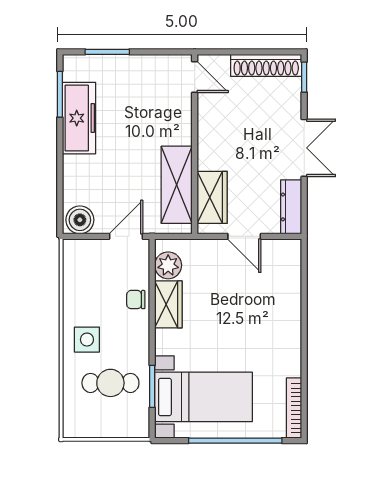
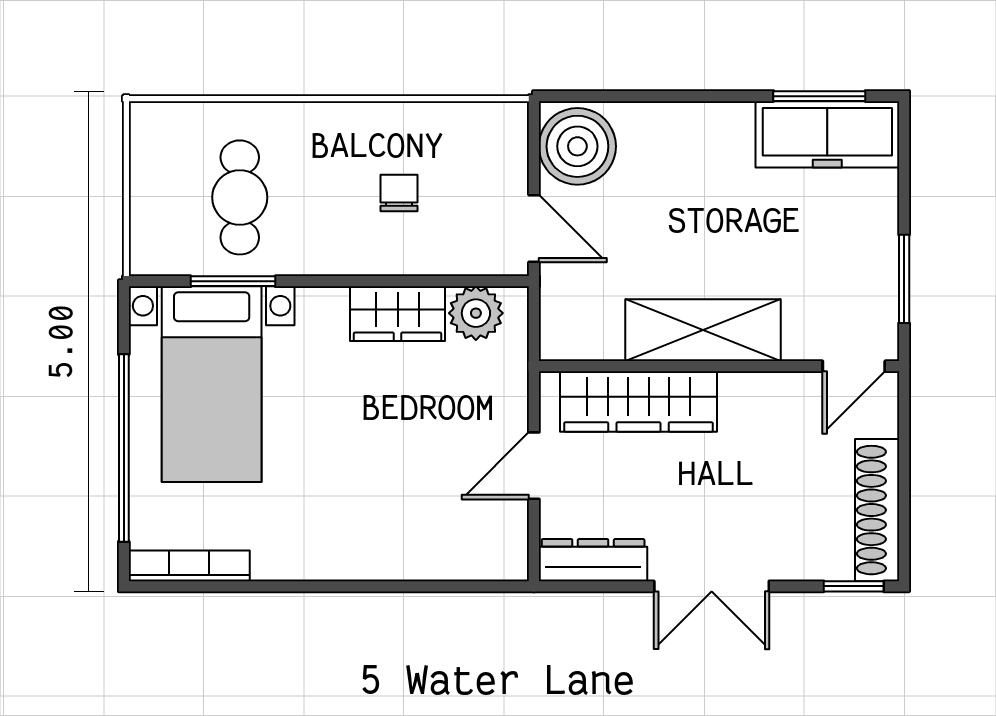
window: (107, 52) -> (904, 279), moved
freezer: (79, 118) -> (827, 134), moved
shelving: (177, 185) -> (703, 330), moved
wardrobe: (212, 197) -> (639, 401), width x1.50
boiler: (80, 220) -> (577, 146), width x1.37, depth x1.37
chair: (136, 300) -> (399, 193), moved
side table: (87, 340) -> (327, 150), removed

